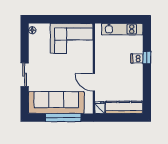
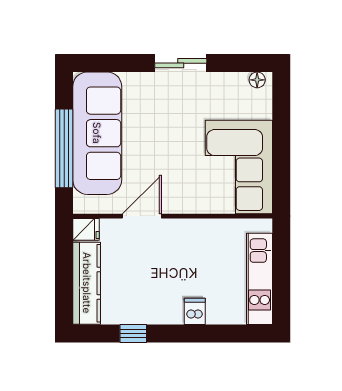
window: (147, 58) -> (133, 334), moved
sliding door: (25, 75) -> (181, 63), moved

